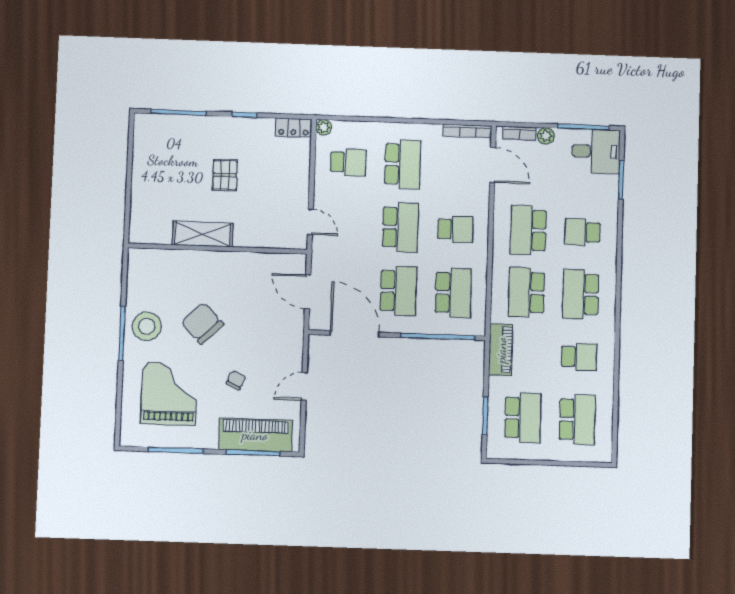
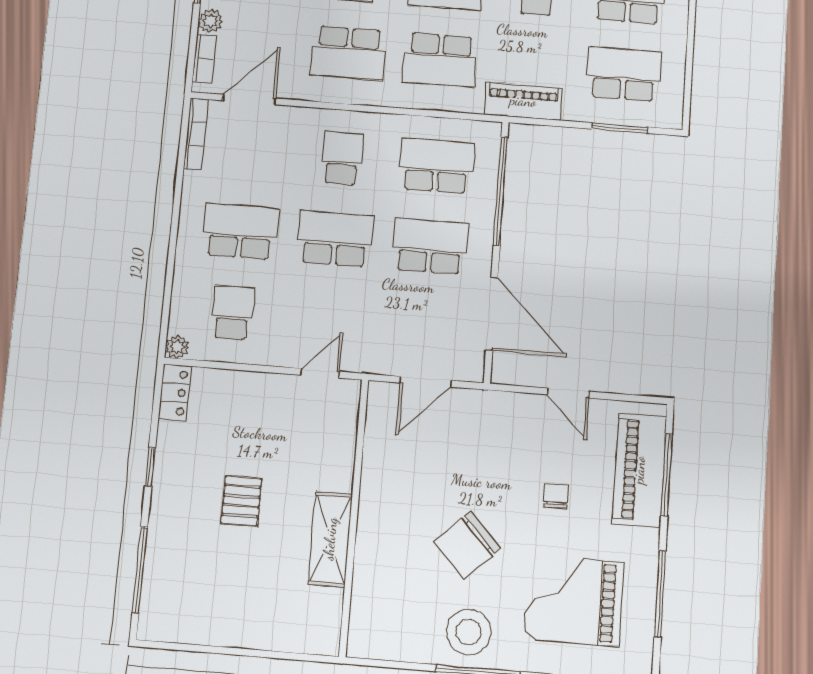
pallet: (225, 175) -> (241, 501), turned 90
door: (355, 334) -> (492, 314), swing flipped
chair: (236, 380) -> (556, 496), turned 65

